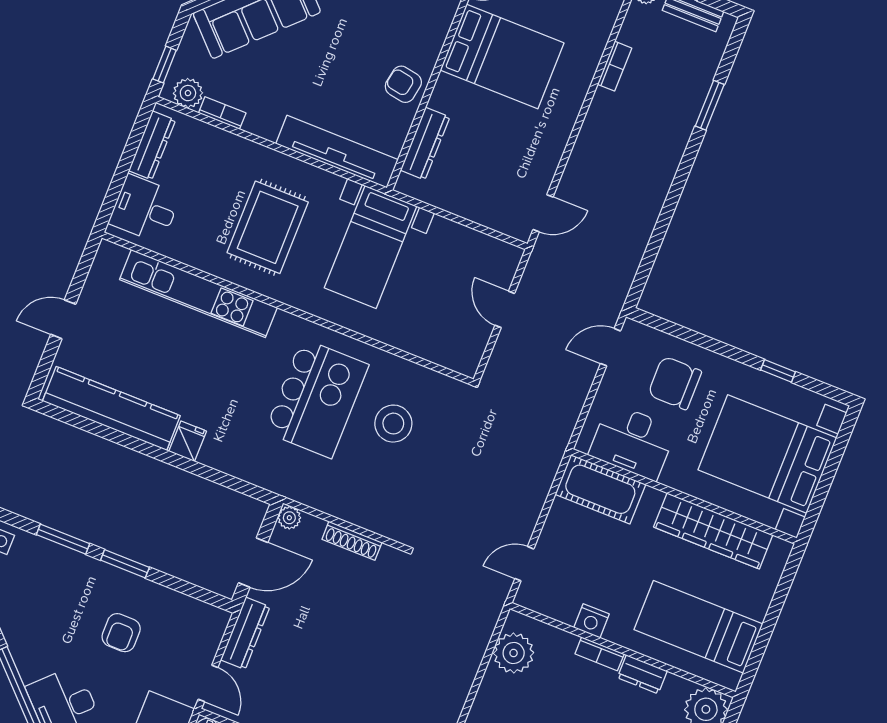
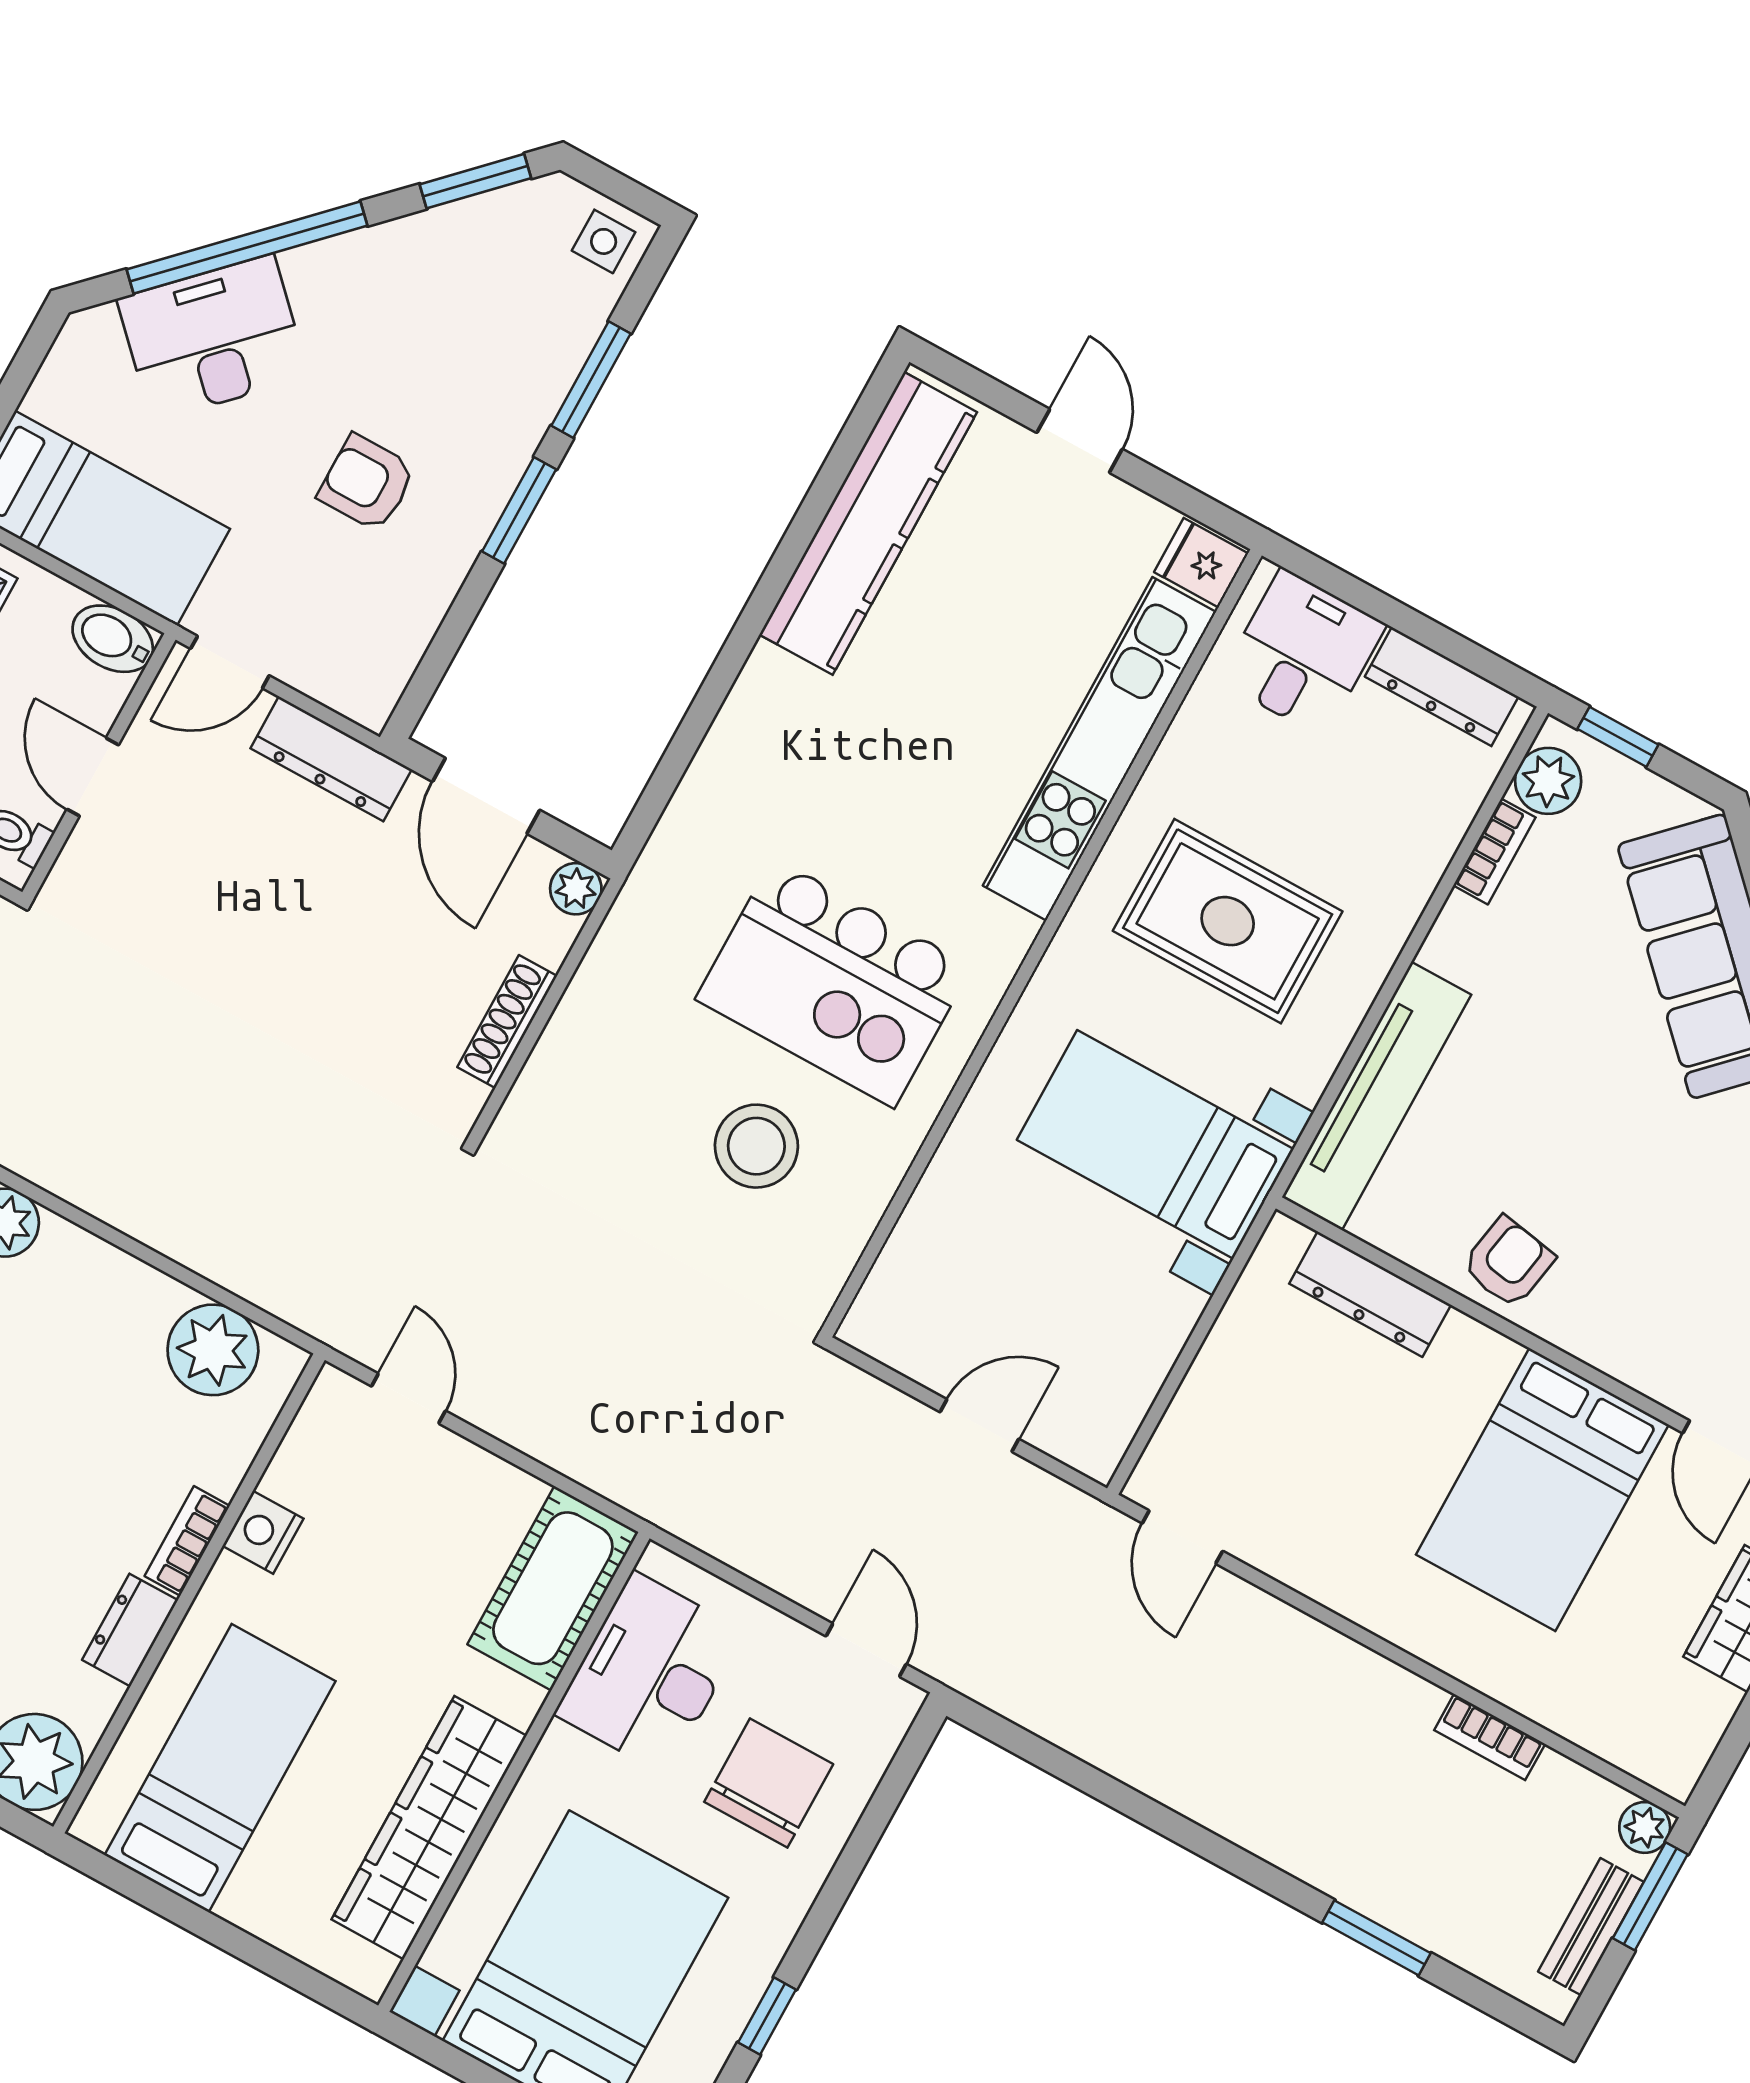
fridge: (188, 441) -> (1201, 563), moved, turned 180

